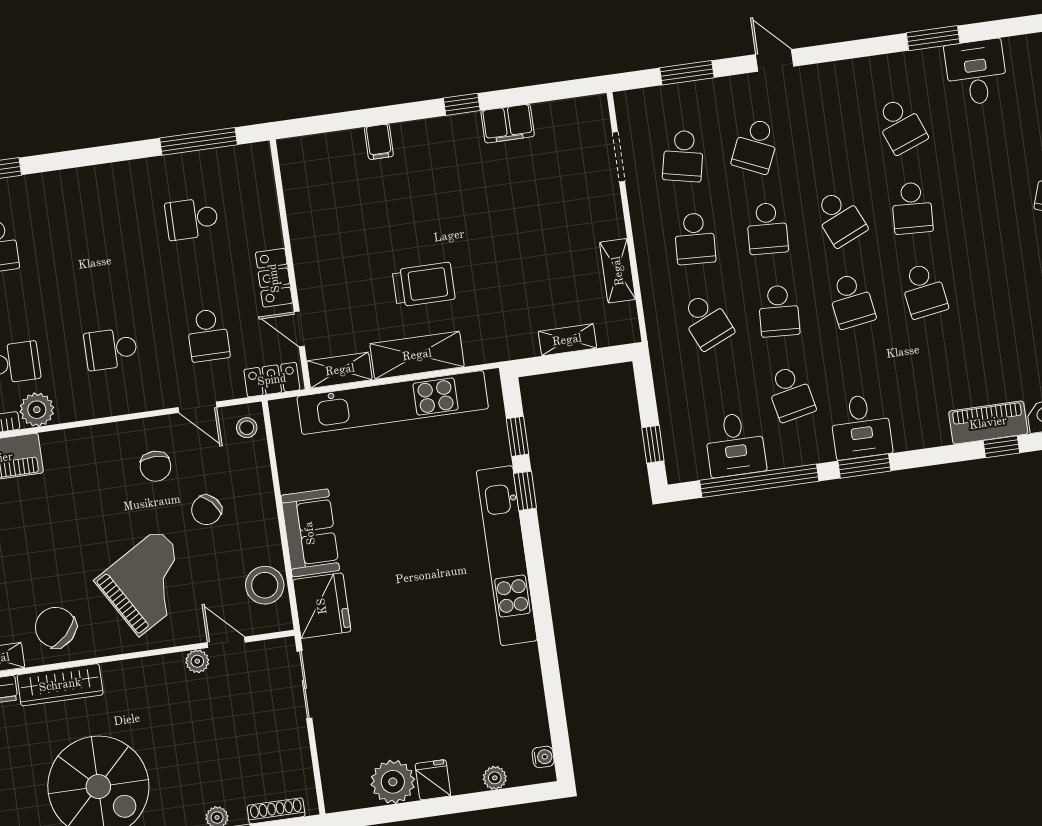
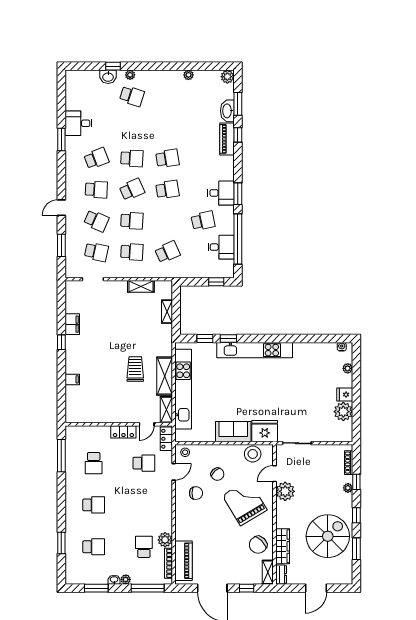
school desk: (779, 311) -> (96, 190), moved
school desk: (111, 349) -> (94, 505), moved, turned -90
plant: (197, 661) -> (285, 491), width x1.88, depth x1.88

